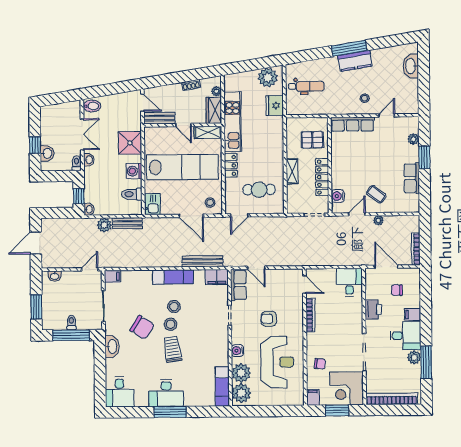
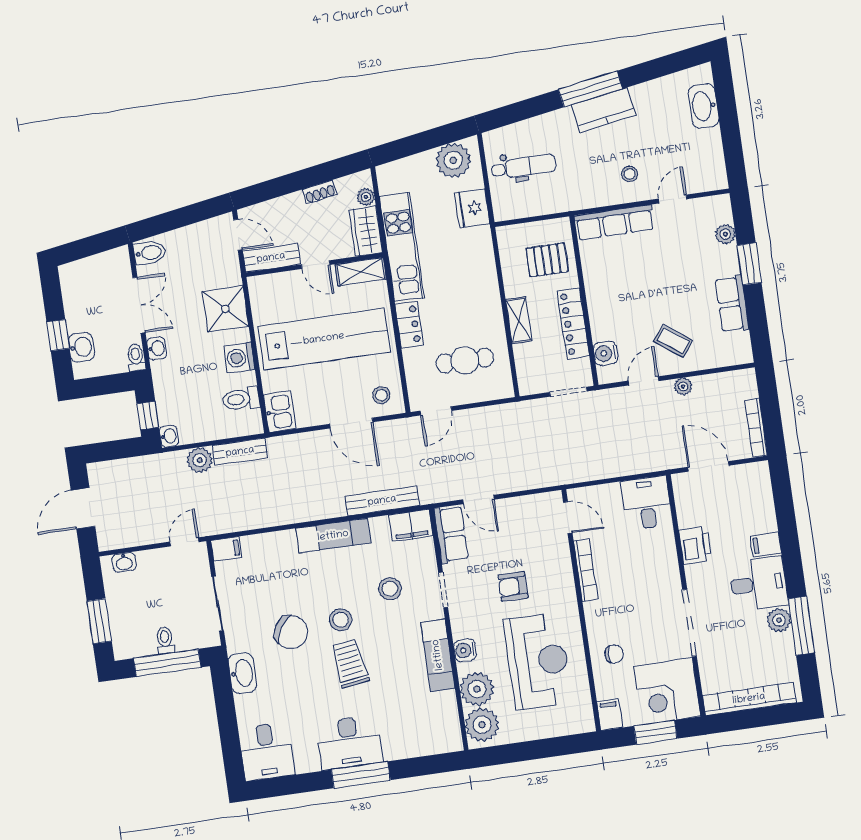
chair: (397, 290) -> (732, 505), removed
stool: (174, 306) -> (390, 589), moved
exam couch: (222, 387) -> (438, 655), moved

